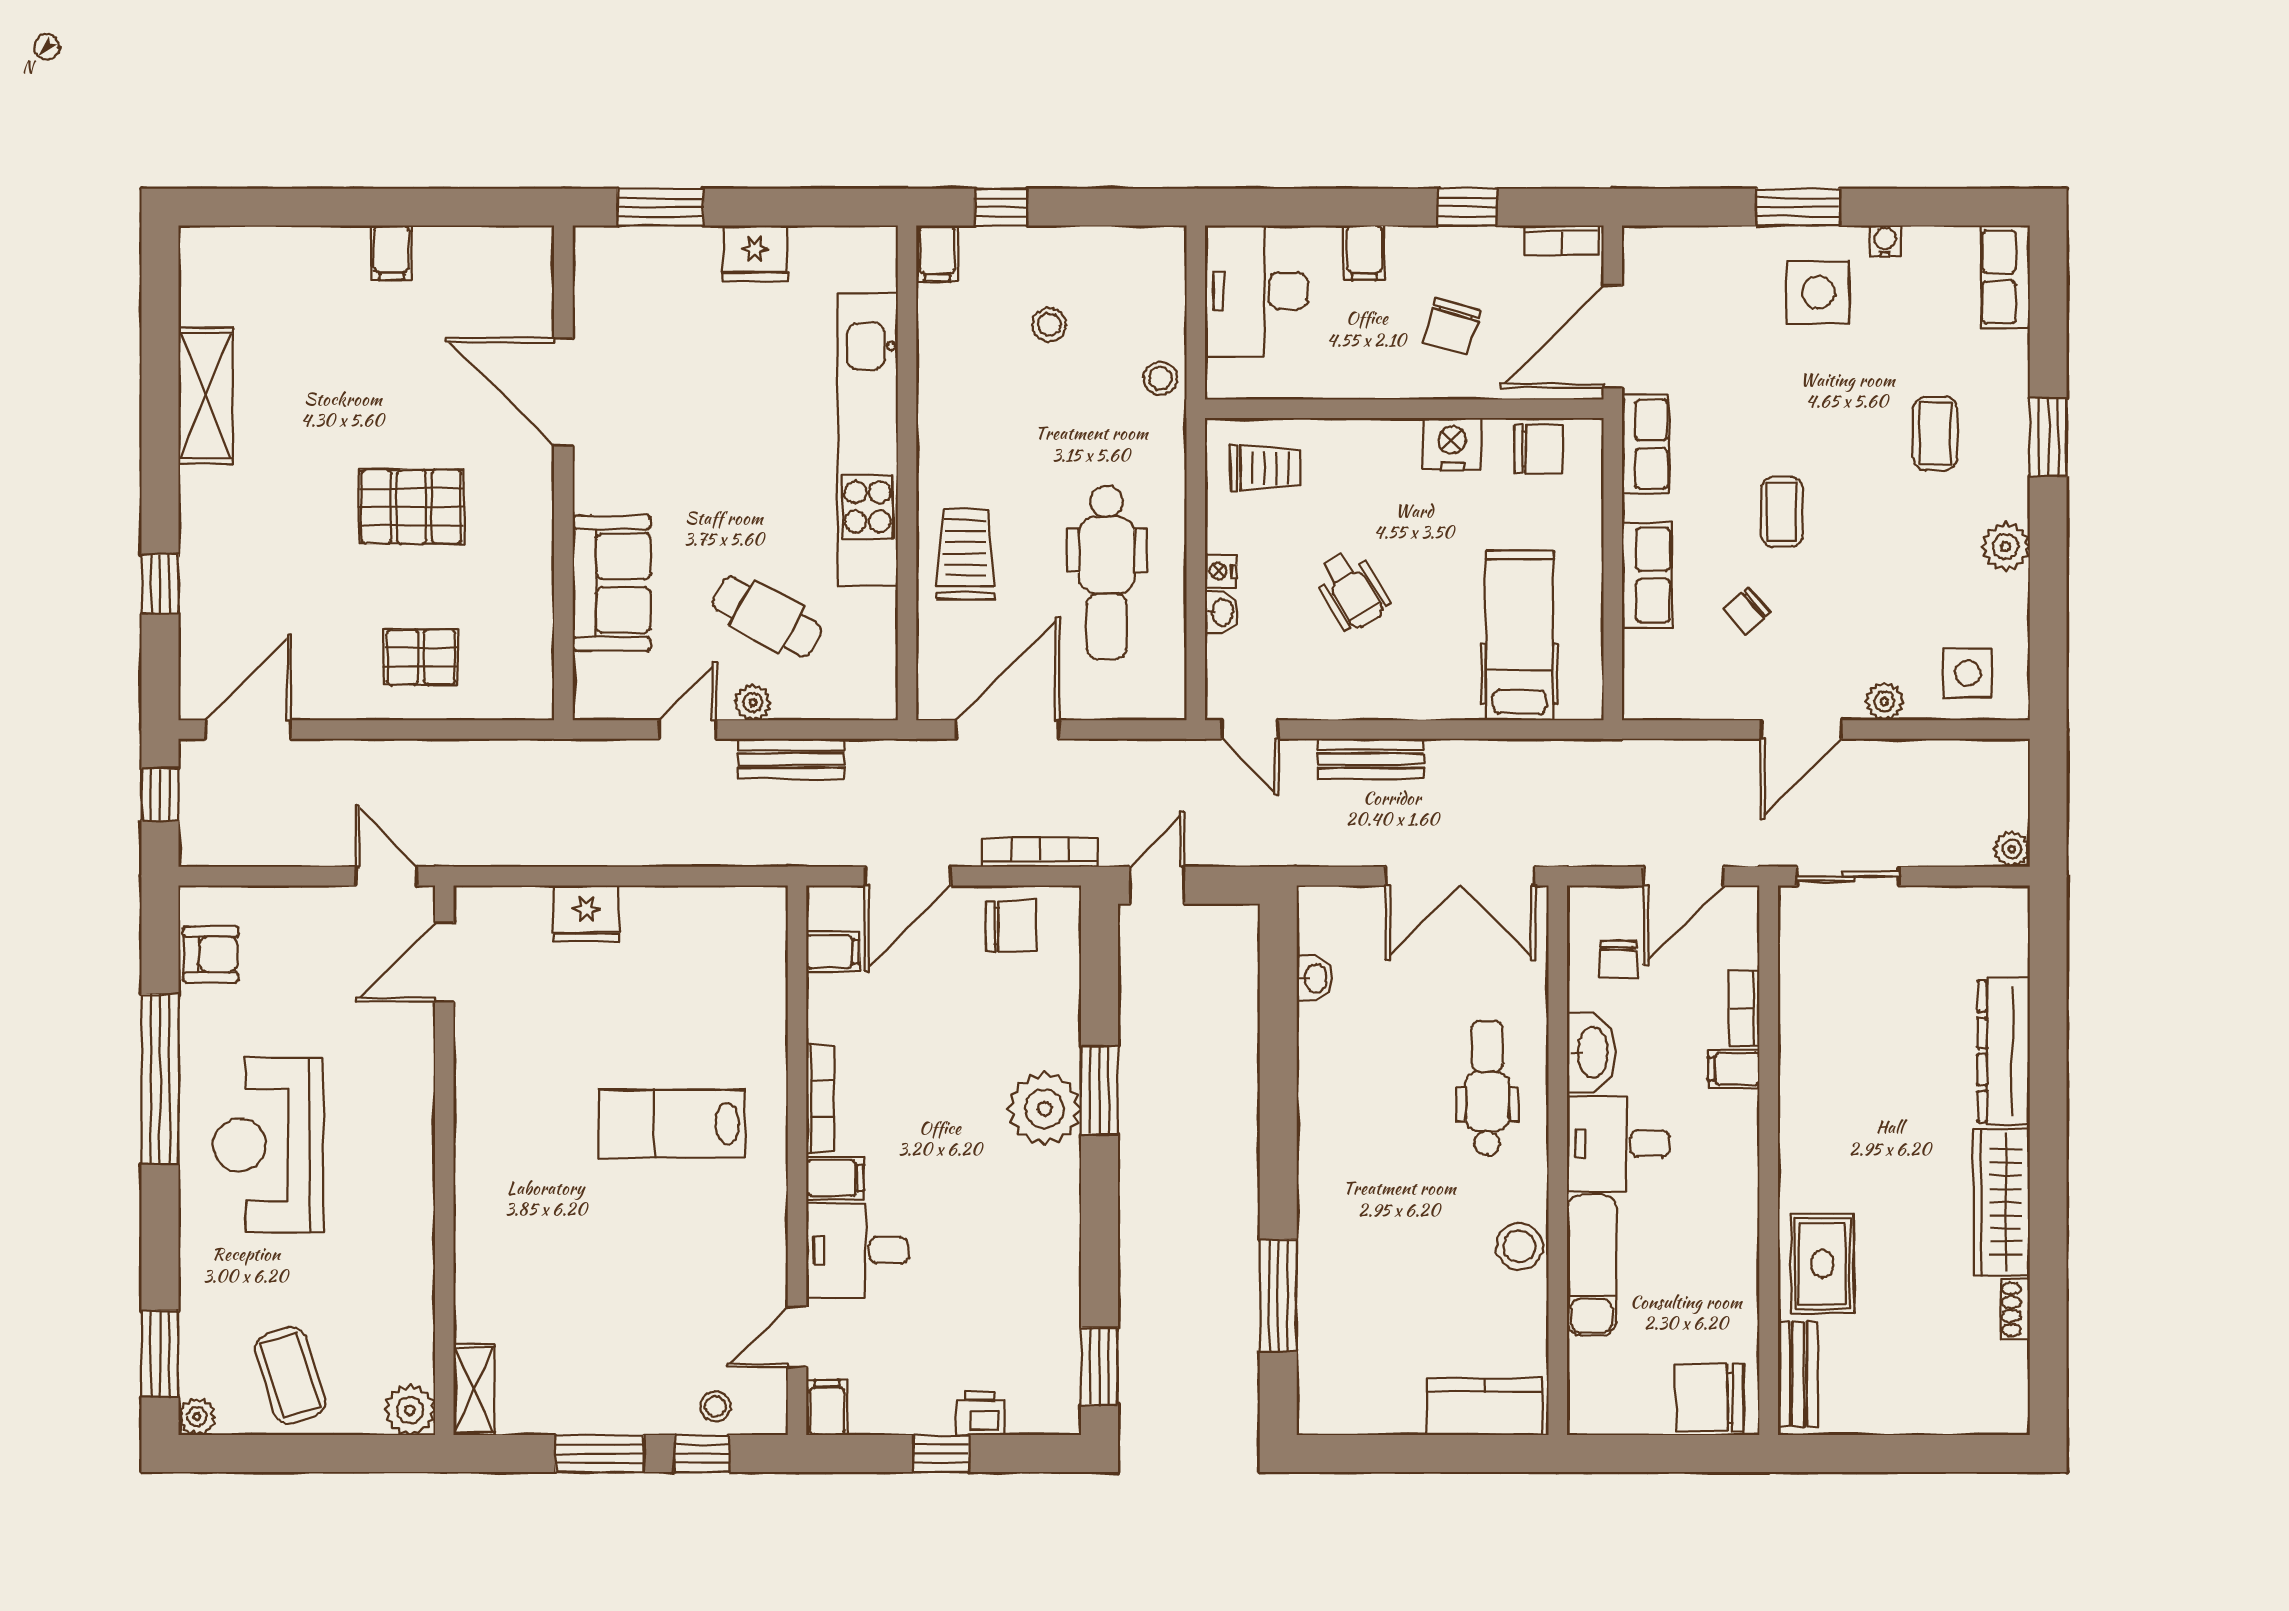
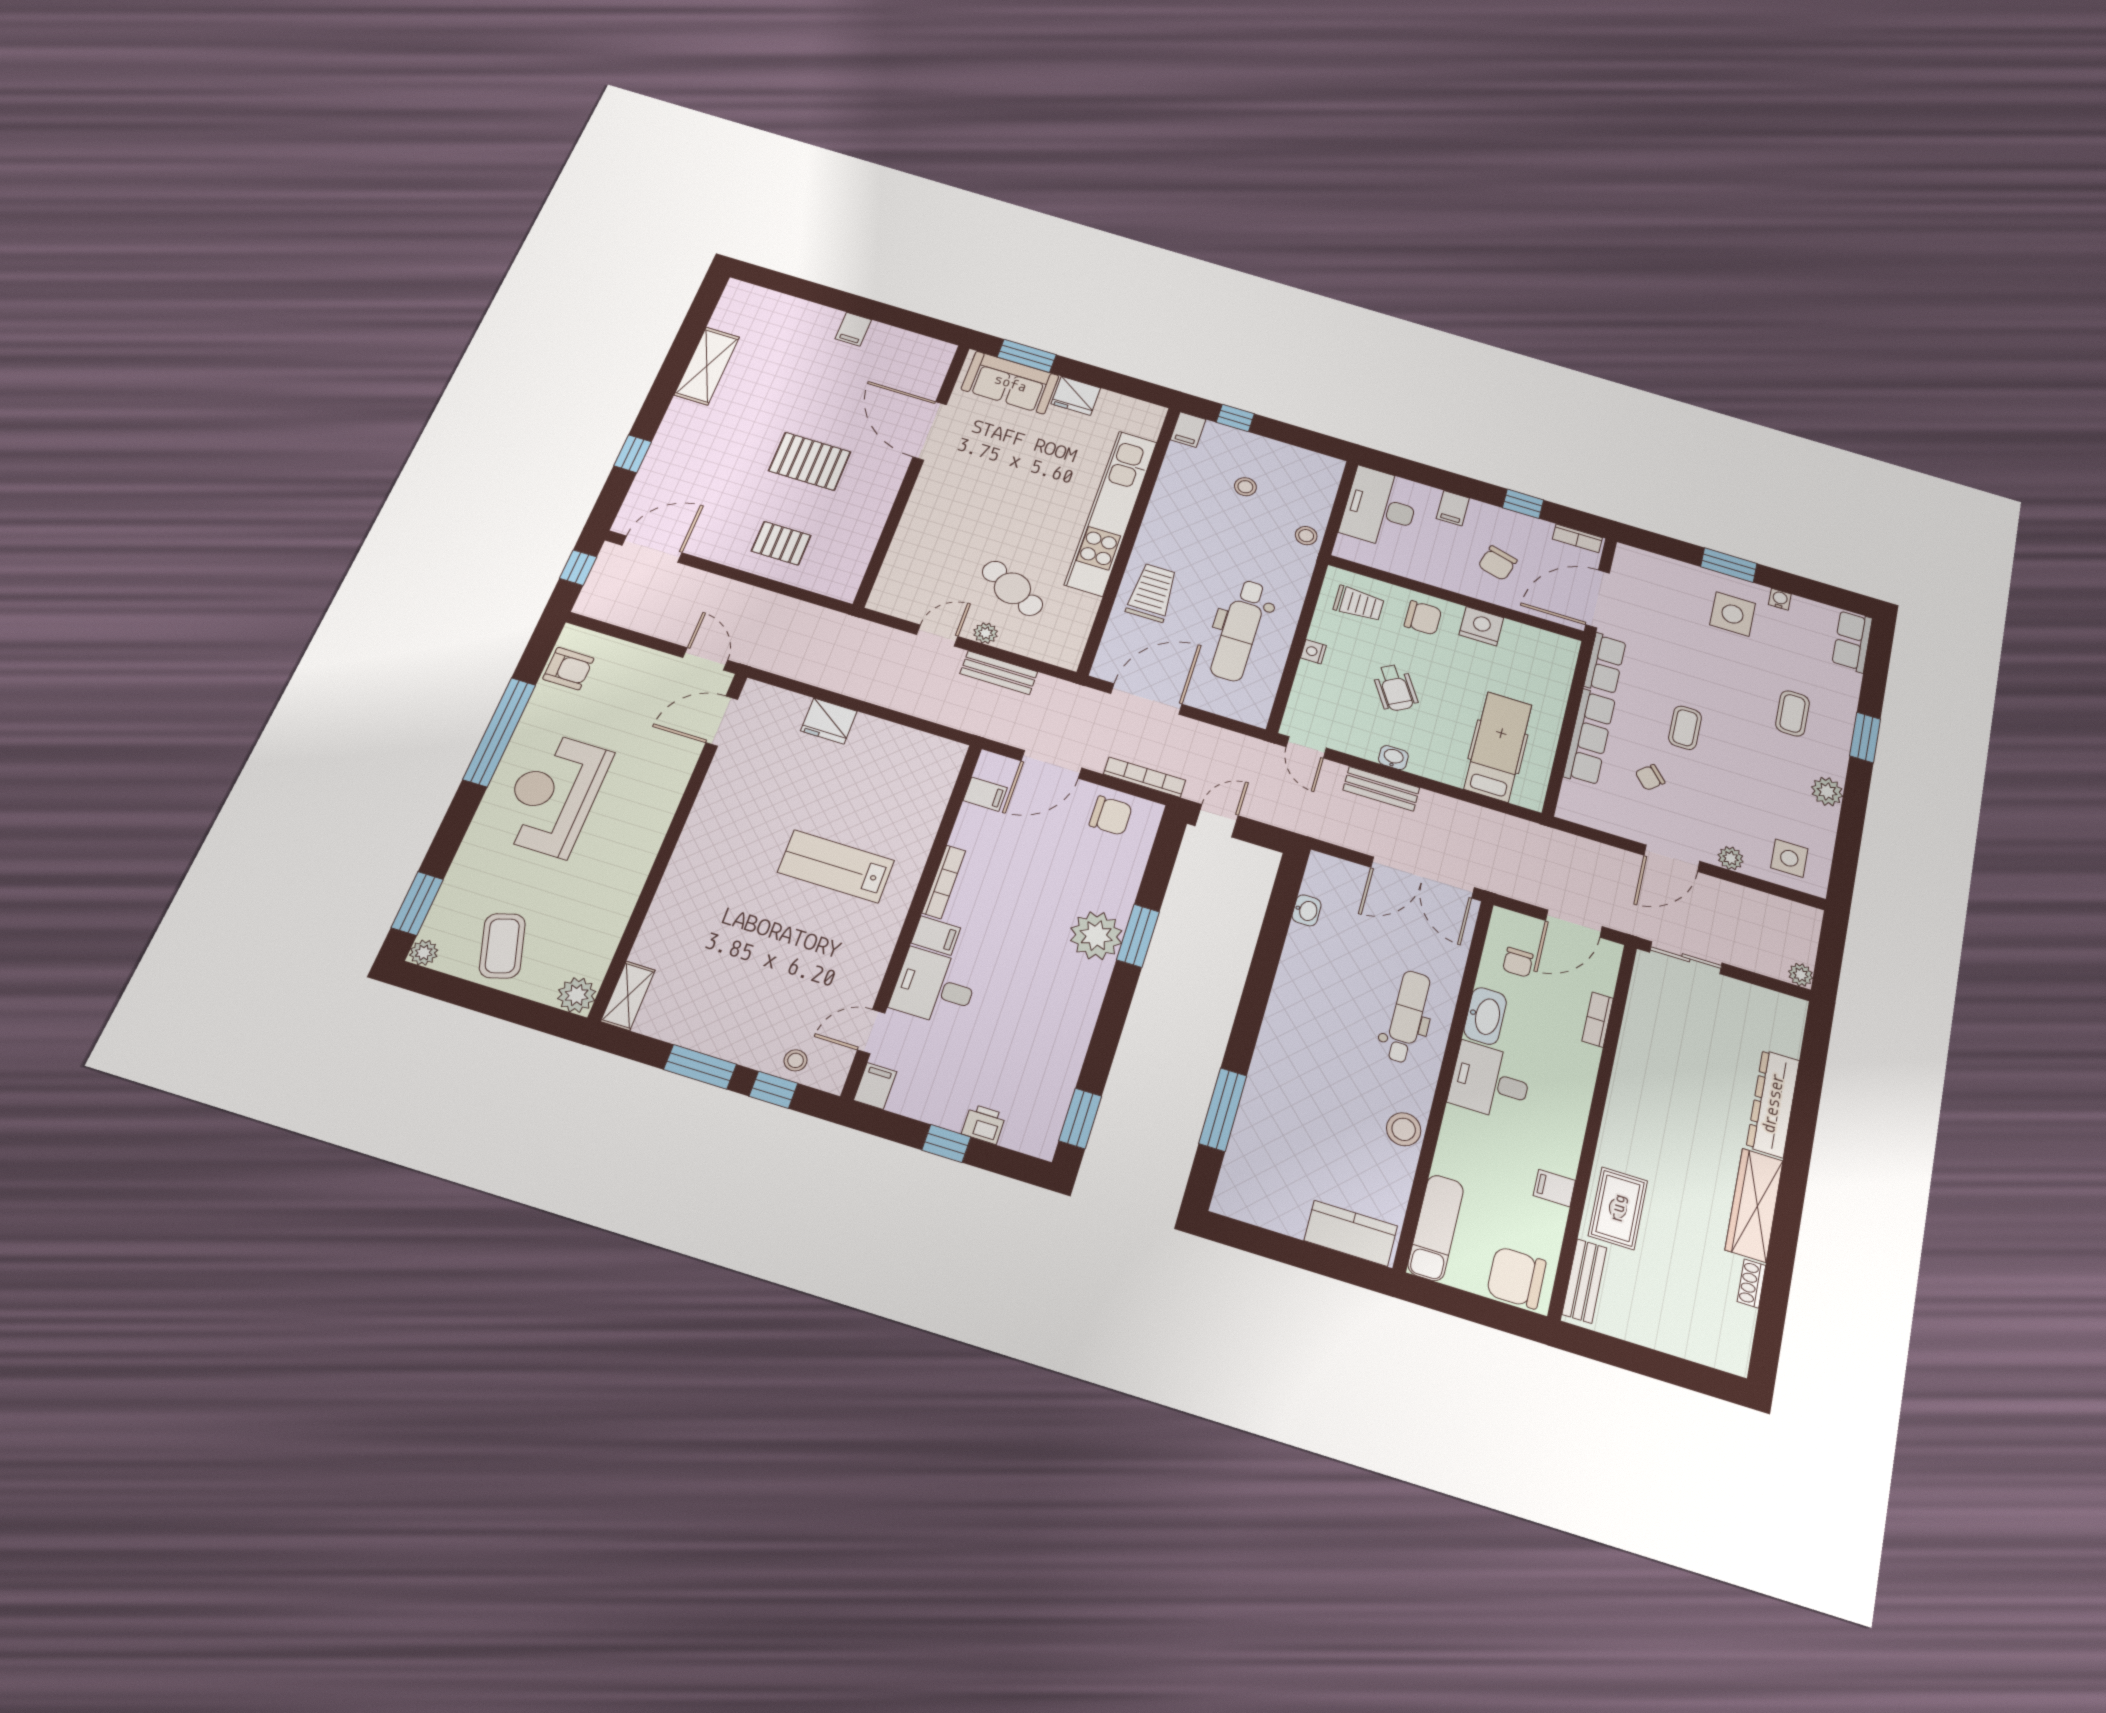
chair: (1539, 449) -> (1423, 618), moved
row of seats: (1647, 575) -> (1590, 737), width x1.48
sofa: (612, 583) -> (1010, 383), moved, turned 90
washbasin: (1222, 612) -> (1393, 758), moved, turned -90
filing cabinet: (1734, 1069) -> (1554, 1188), moved
exam couch: (1592, 1265) -> (1436, 1228), moved

